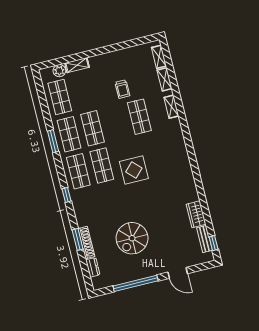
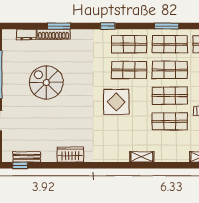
shelving: (171, 107) -> (142, 157), moved
shop shelf: (116, 122) -> (170, 96), added
wardrobe: (196, 214) -> (70, 155), moved

